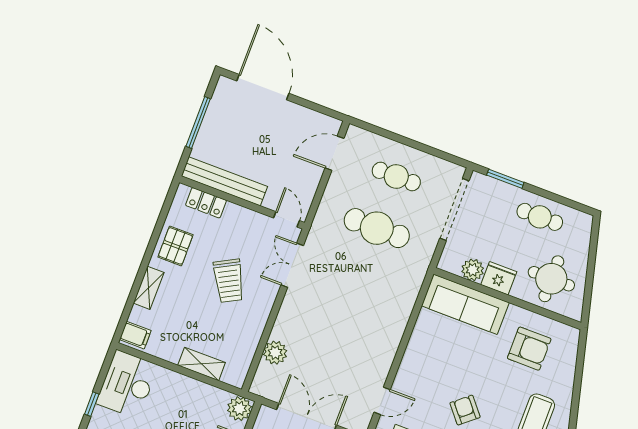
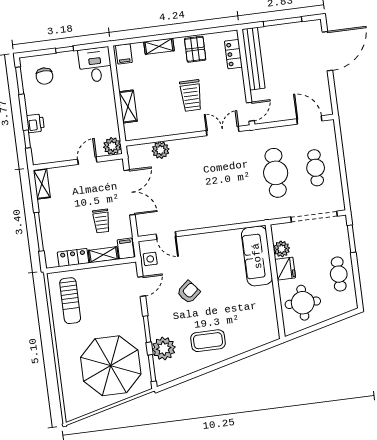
pallet: (175, 246) -> (195, 49), turned 90
trolley: (229, 281) -> (191, 95), turned -62
armchair: (529, 349) -> (250, 312), removed
desk: (127, 384) -> (95, 65), width x0.73

